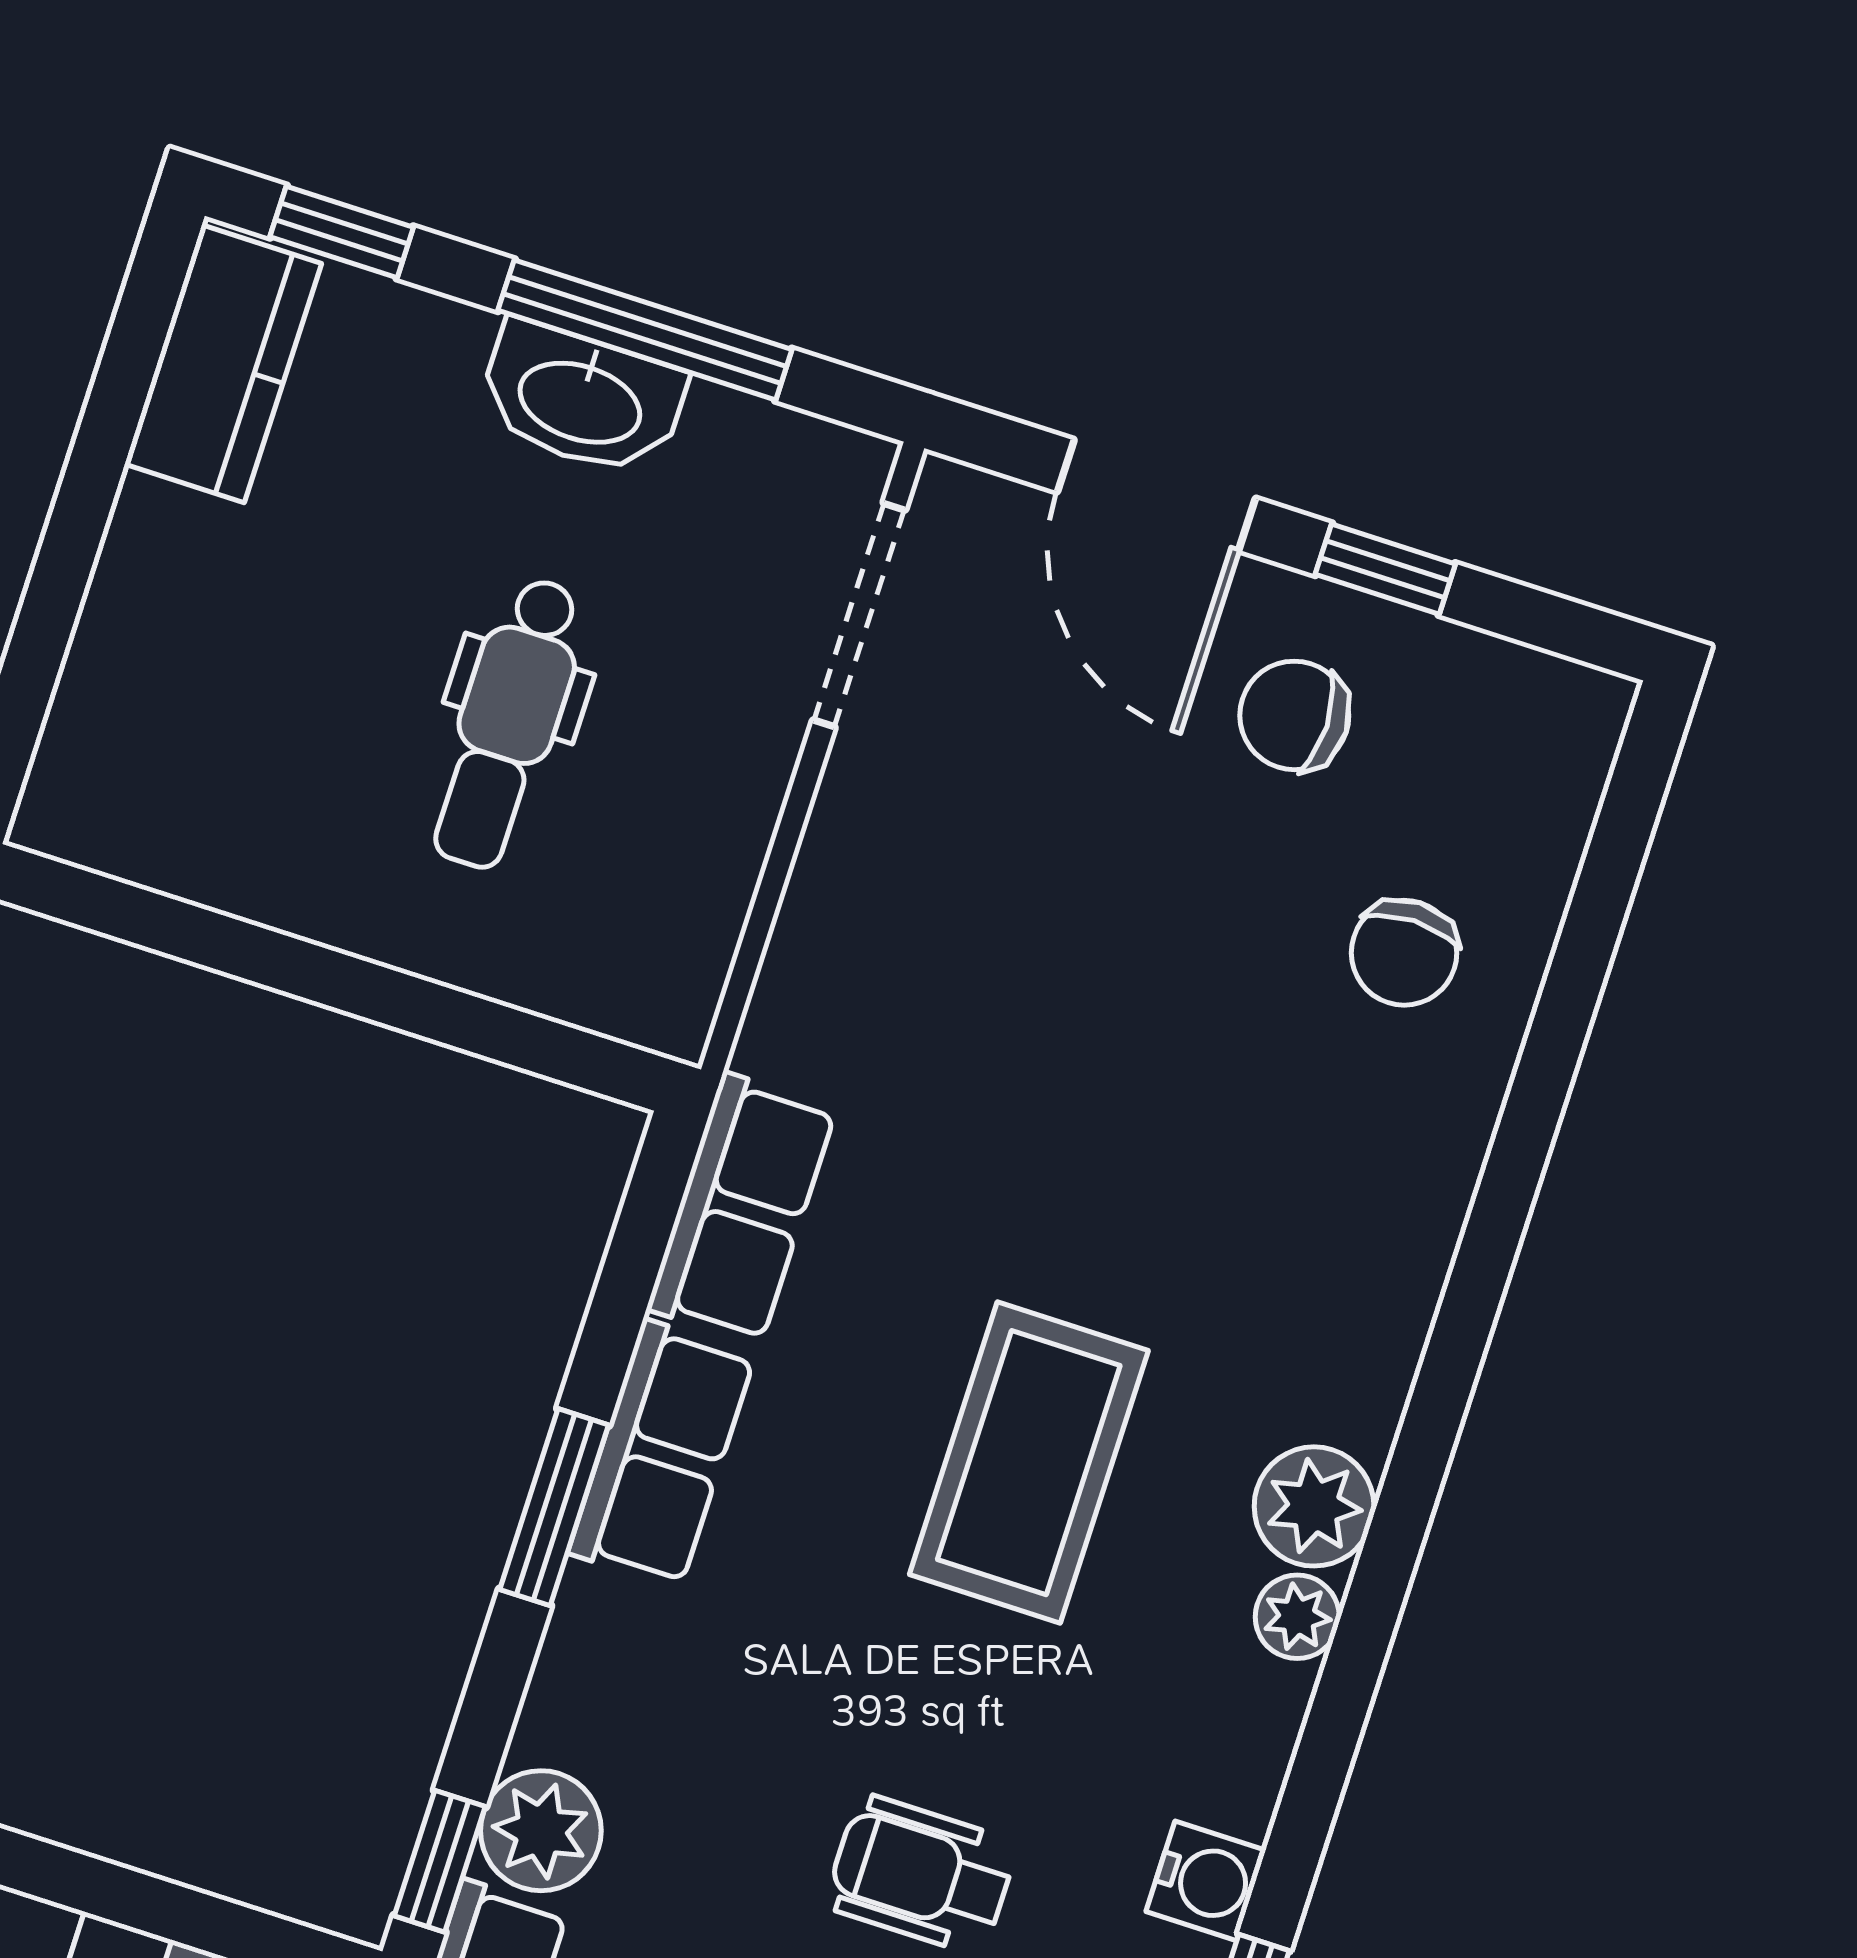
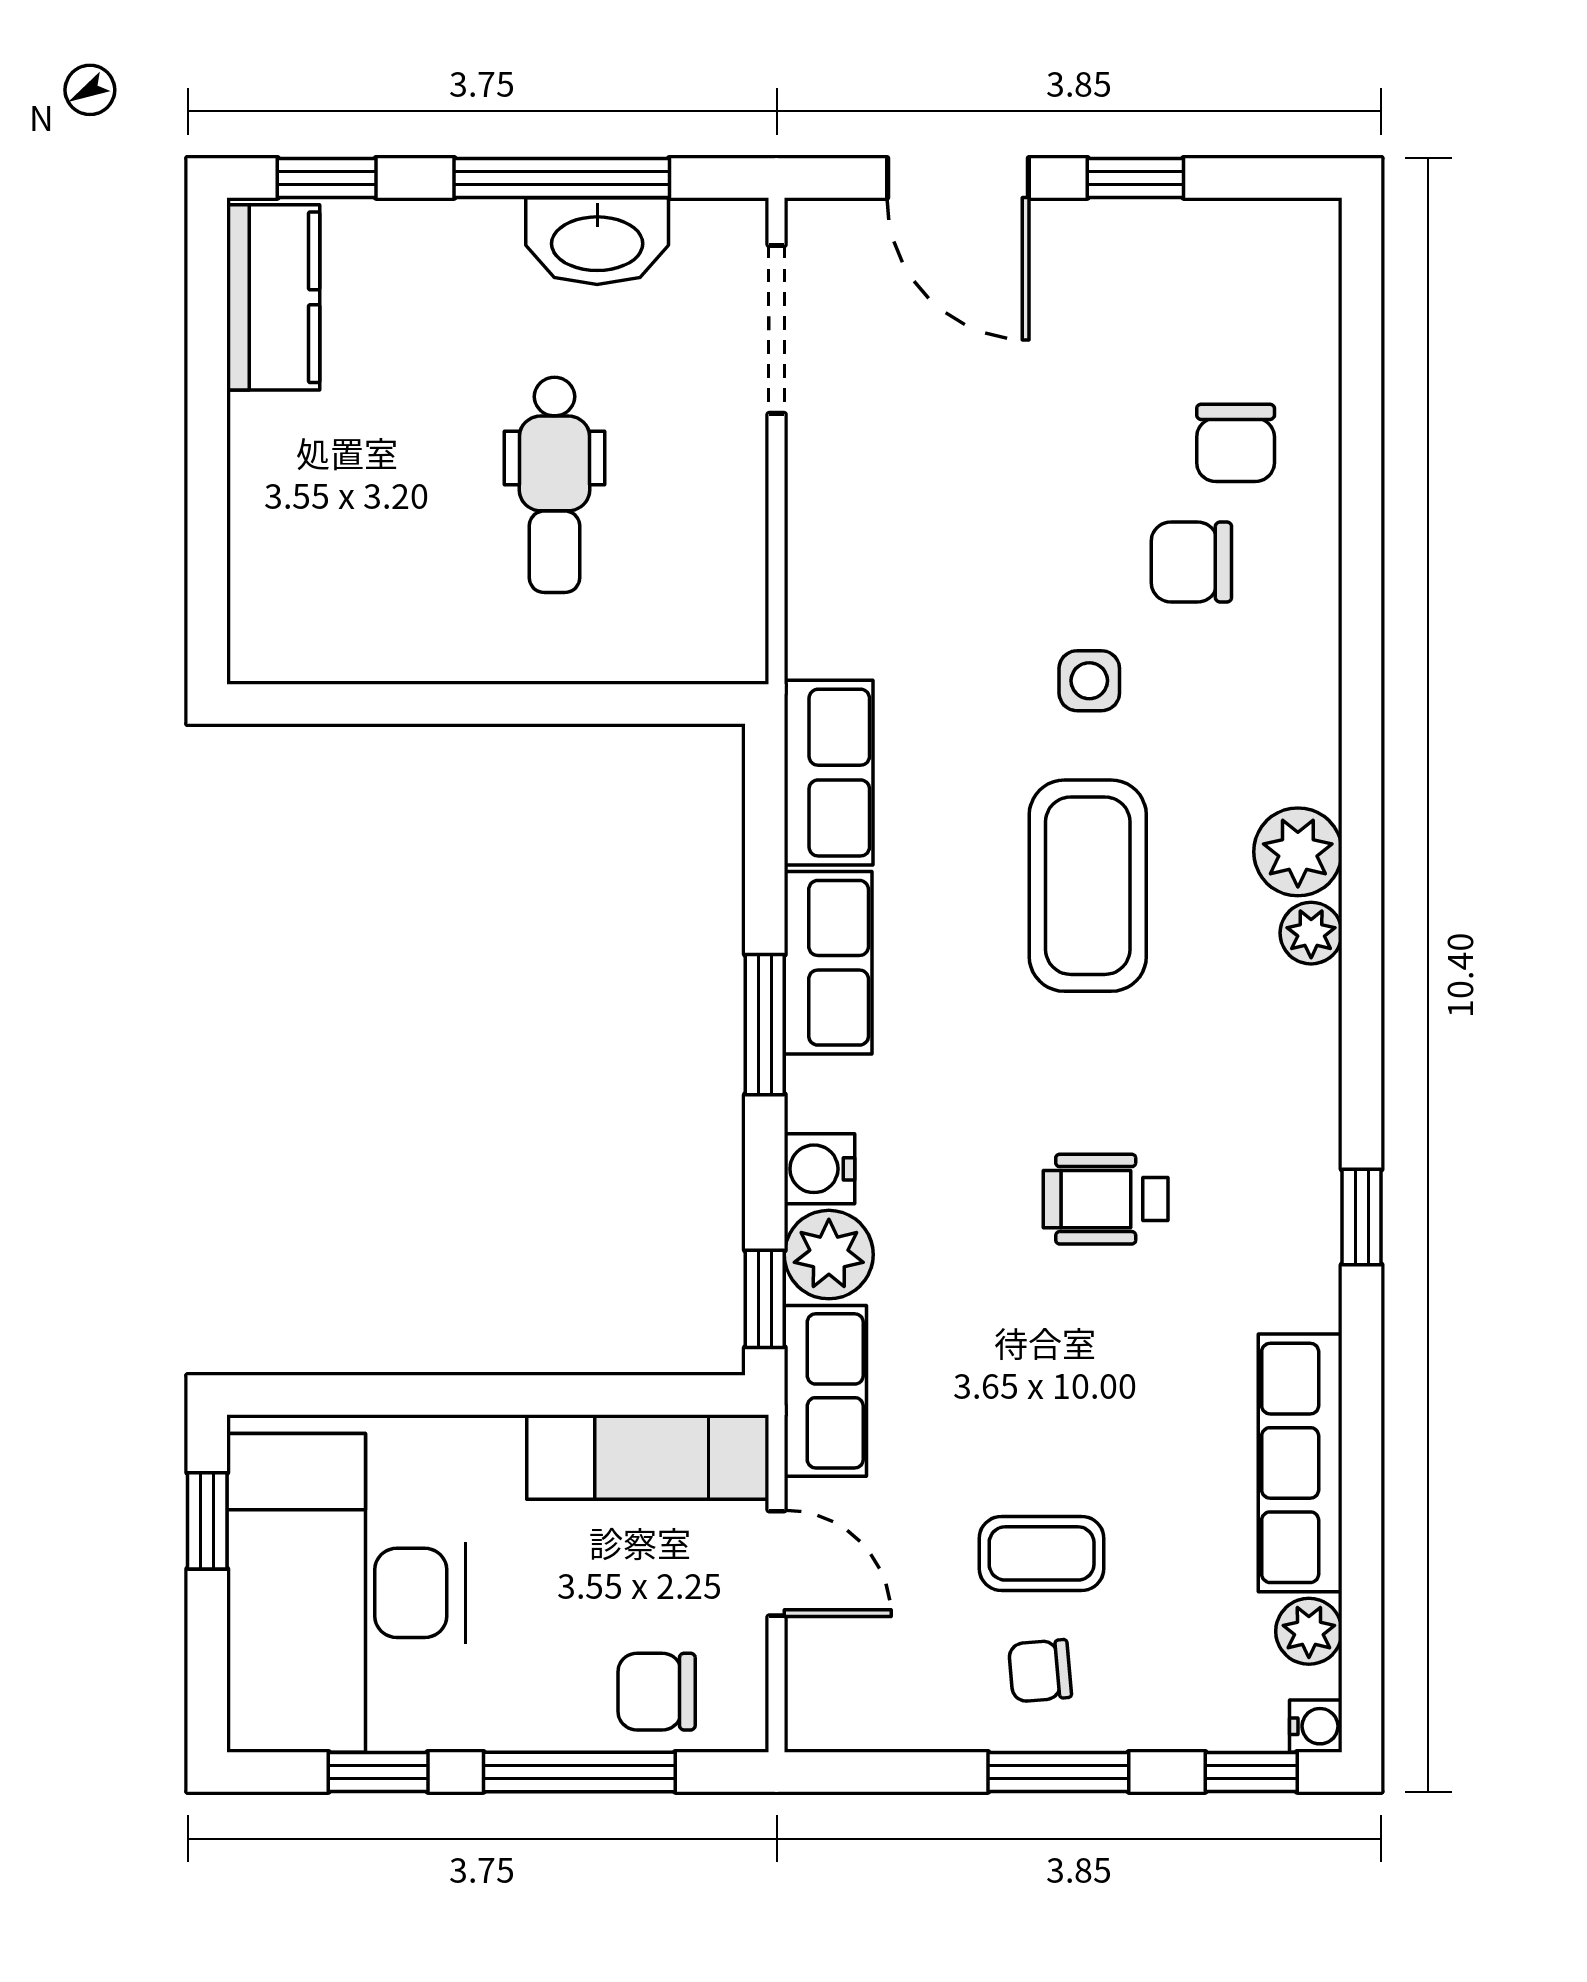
washbasin: (581, 399) -> (597, 241), moved
chair: (1294, 715) -> (1191, 562), moved
side table: (1116, 1199) -> (1089, 681), added
water cooler: (1206, 1881) -> (820, 1169), moved, turned 180

